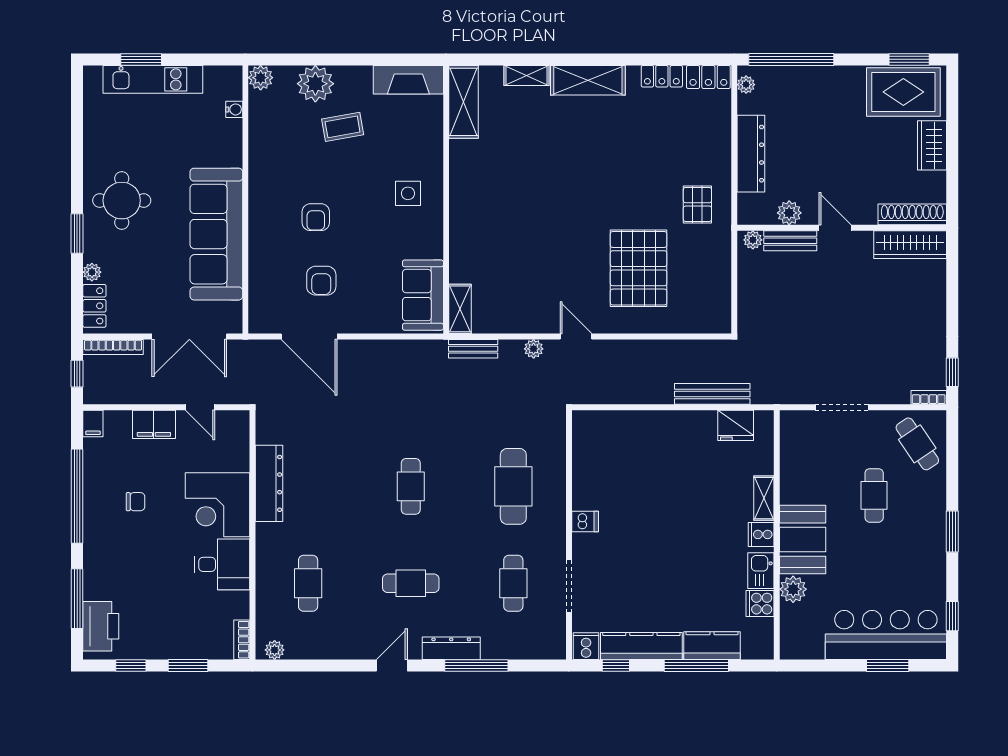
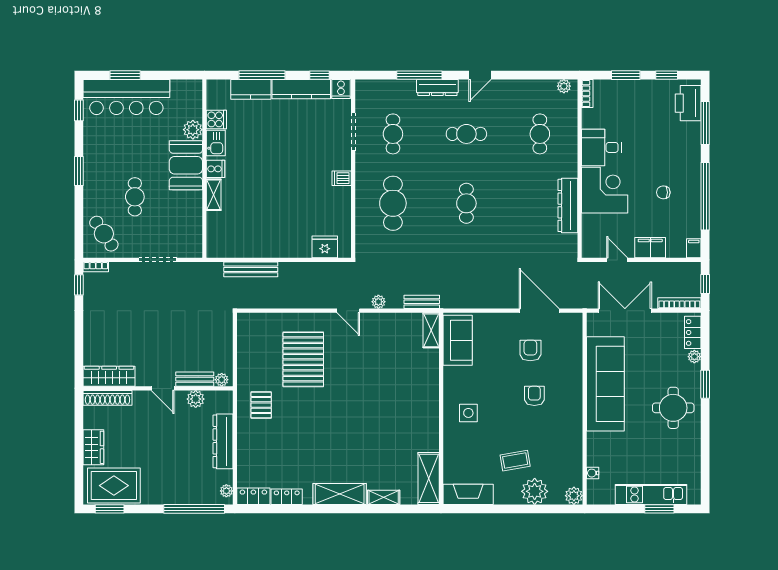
fridge: (736, 425) -> (325, 247), moved

